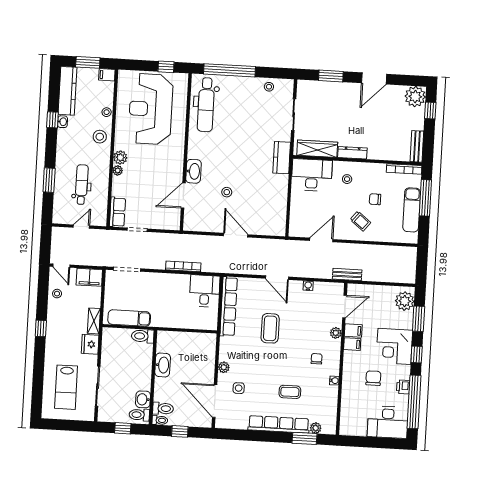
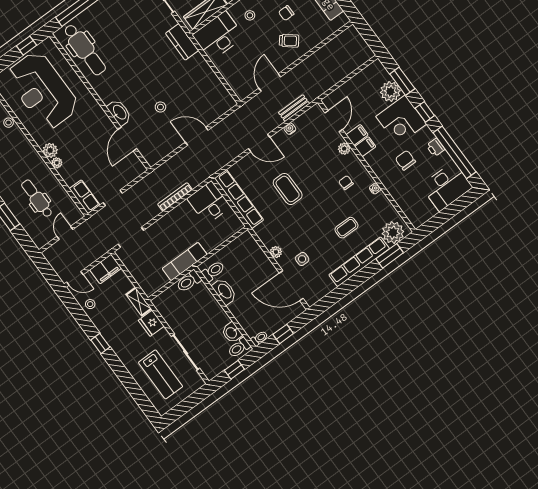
stool: (100, 137) -> (19, 147), removed
bench: (347, 274) -> (294, 108), moved
plant: (405, 301) -> (390, 92), moved
exam couch: (129, 318) -> (185, 262), moved
toilet: (163, 408) -> (213, 271), moved
plant: (316, 428) -> (393, 233), width x1.88, depth x1.88

